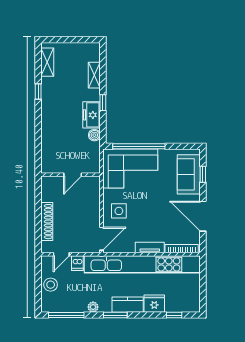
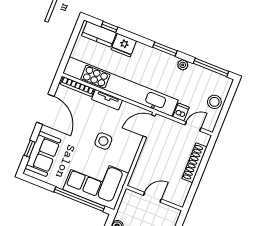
side table: (119, 211) -> (103, 141), moved
kitchen counter: (128, 305) -> (99, 34), moved

